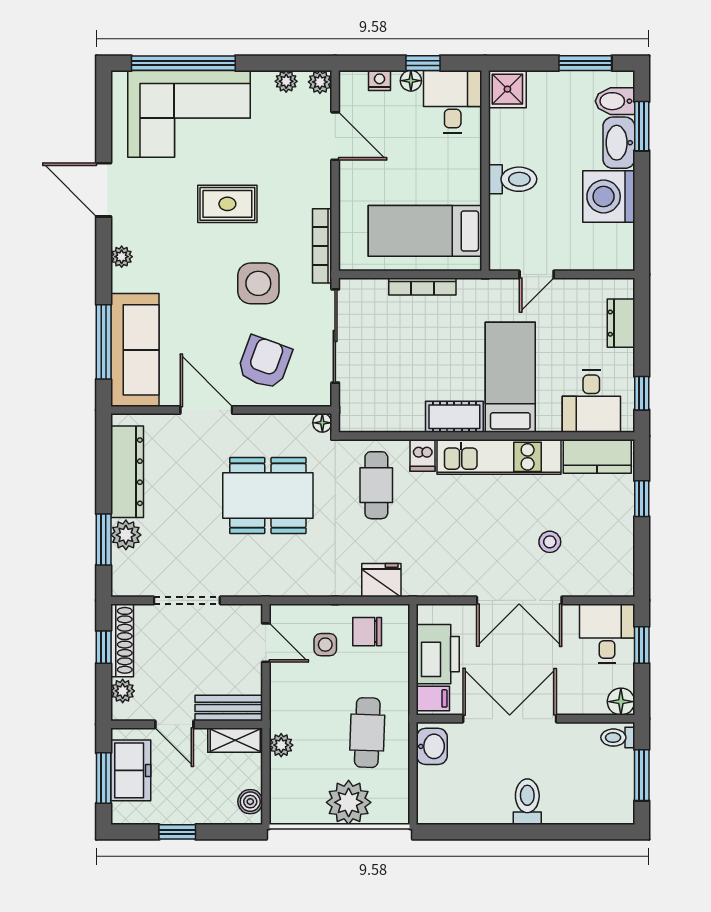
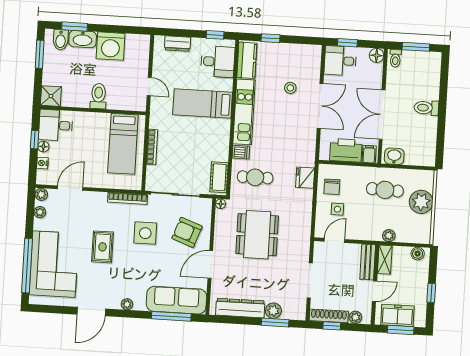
cot: (454, 417) -> (219, 177), moved

